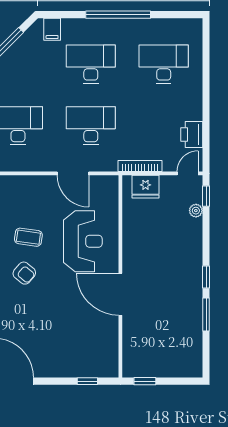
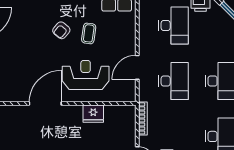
fridge: (145, 187) -> (93, 114), moved, turned -90
reception desk: (83, 241) -> (86, 75), turned 180

